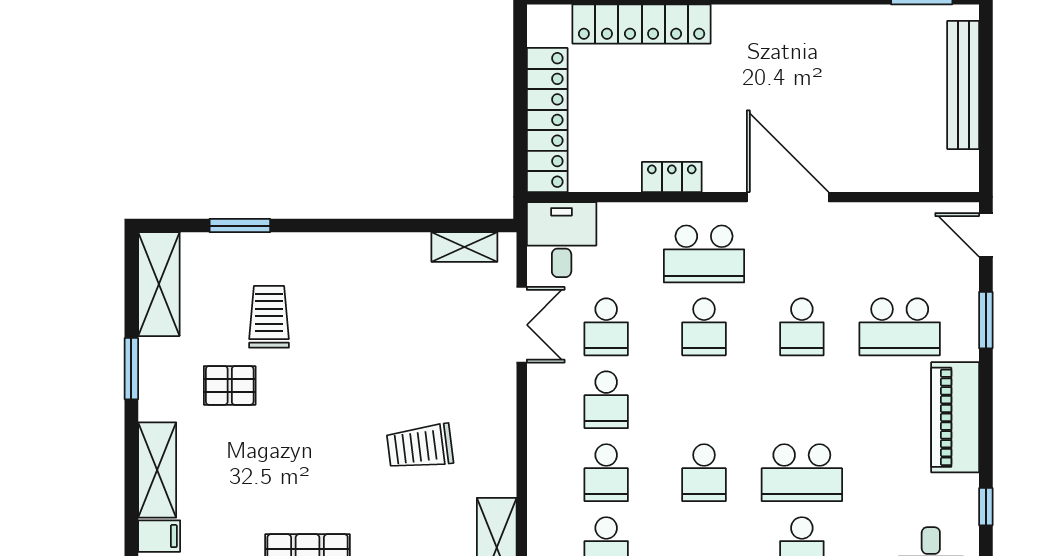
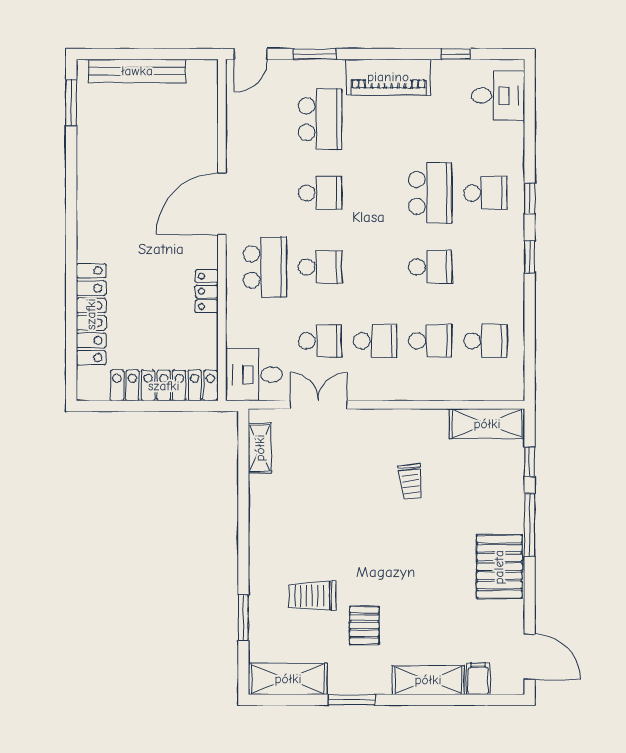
trolley: (420, 447) -> (411, 482), width x0.73, depth x0.72

